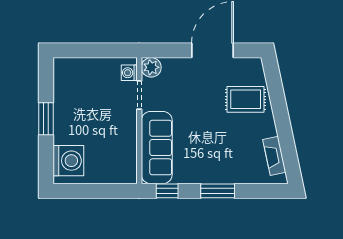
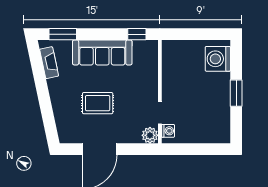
rug: (246, 99) -> (98, 103), moved
sofa: (157, 148) -> (102, 52), moved, turned -90
window: (218, 191) -> (63, 34), moved

